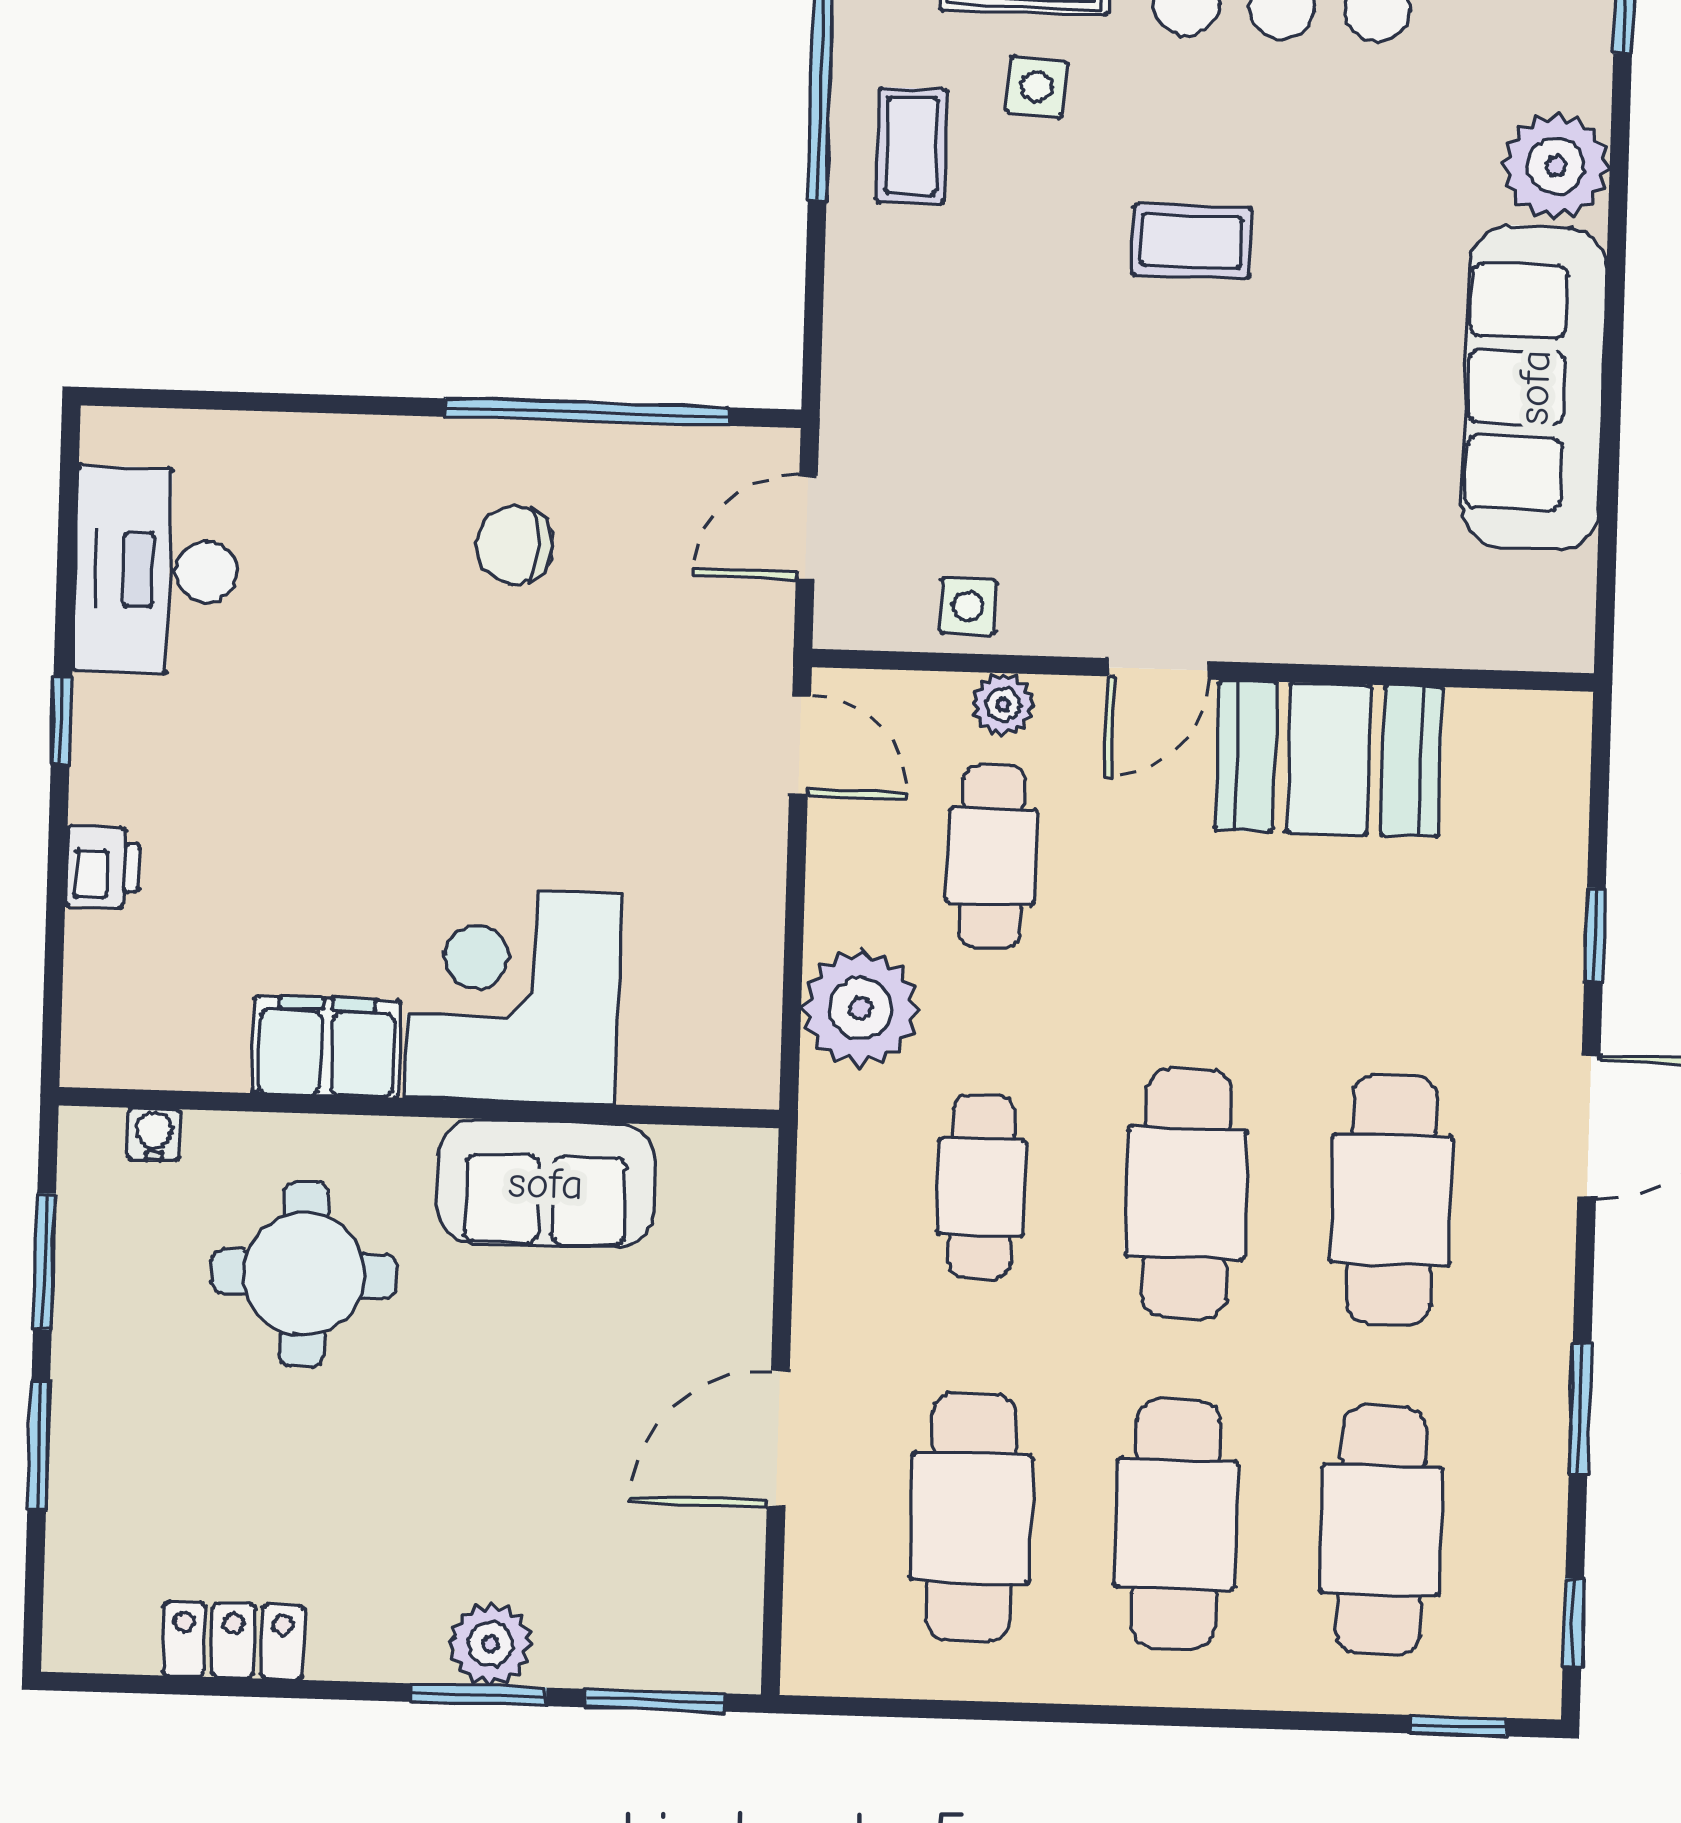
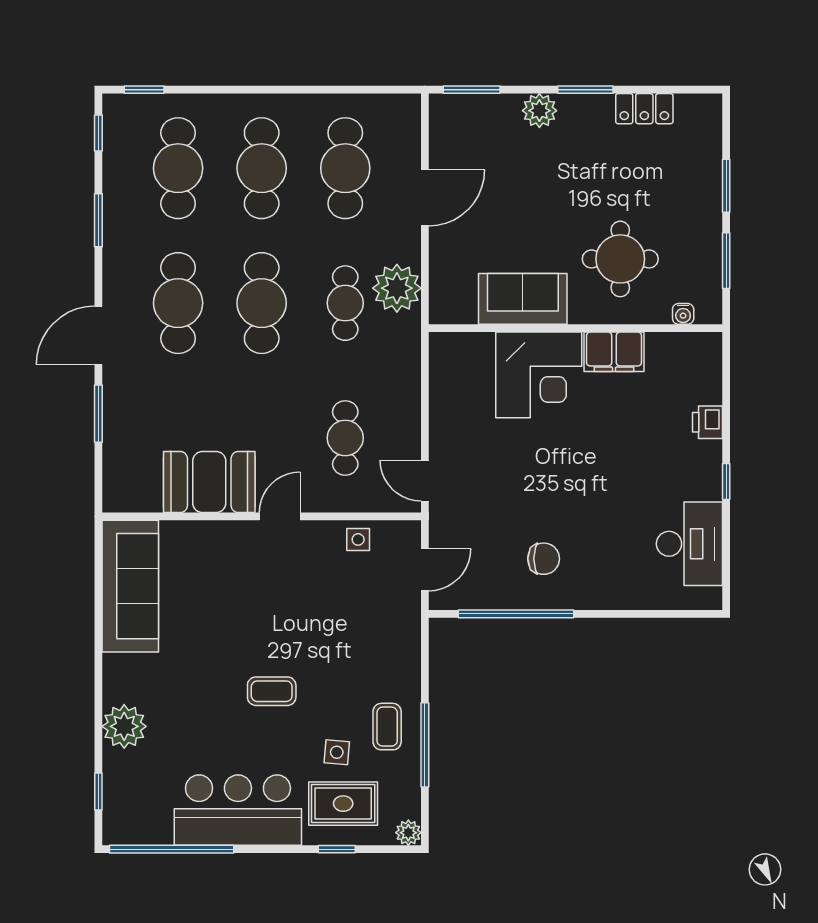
sofa: (1534, 387) -> (130, 586), moved
plant: (1003, 705) -> (343, 500), removed
window: (1595, 935) -> (98, 414), width x1.50
plant: (860, 1008) -> (397, 288), moved
window: (478, 1695) -> (585, 90), moved

